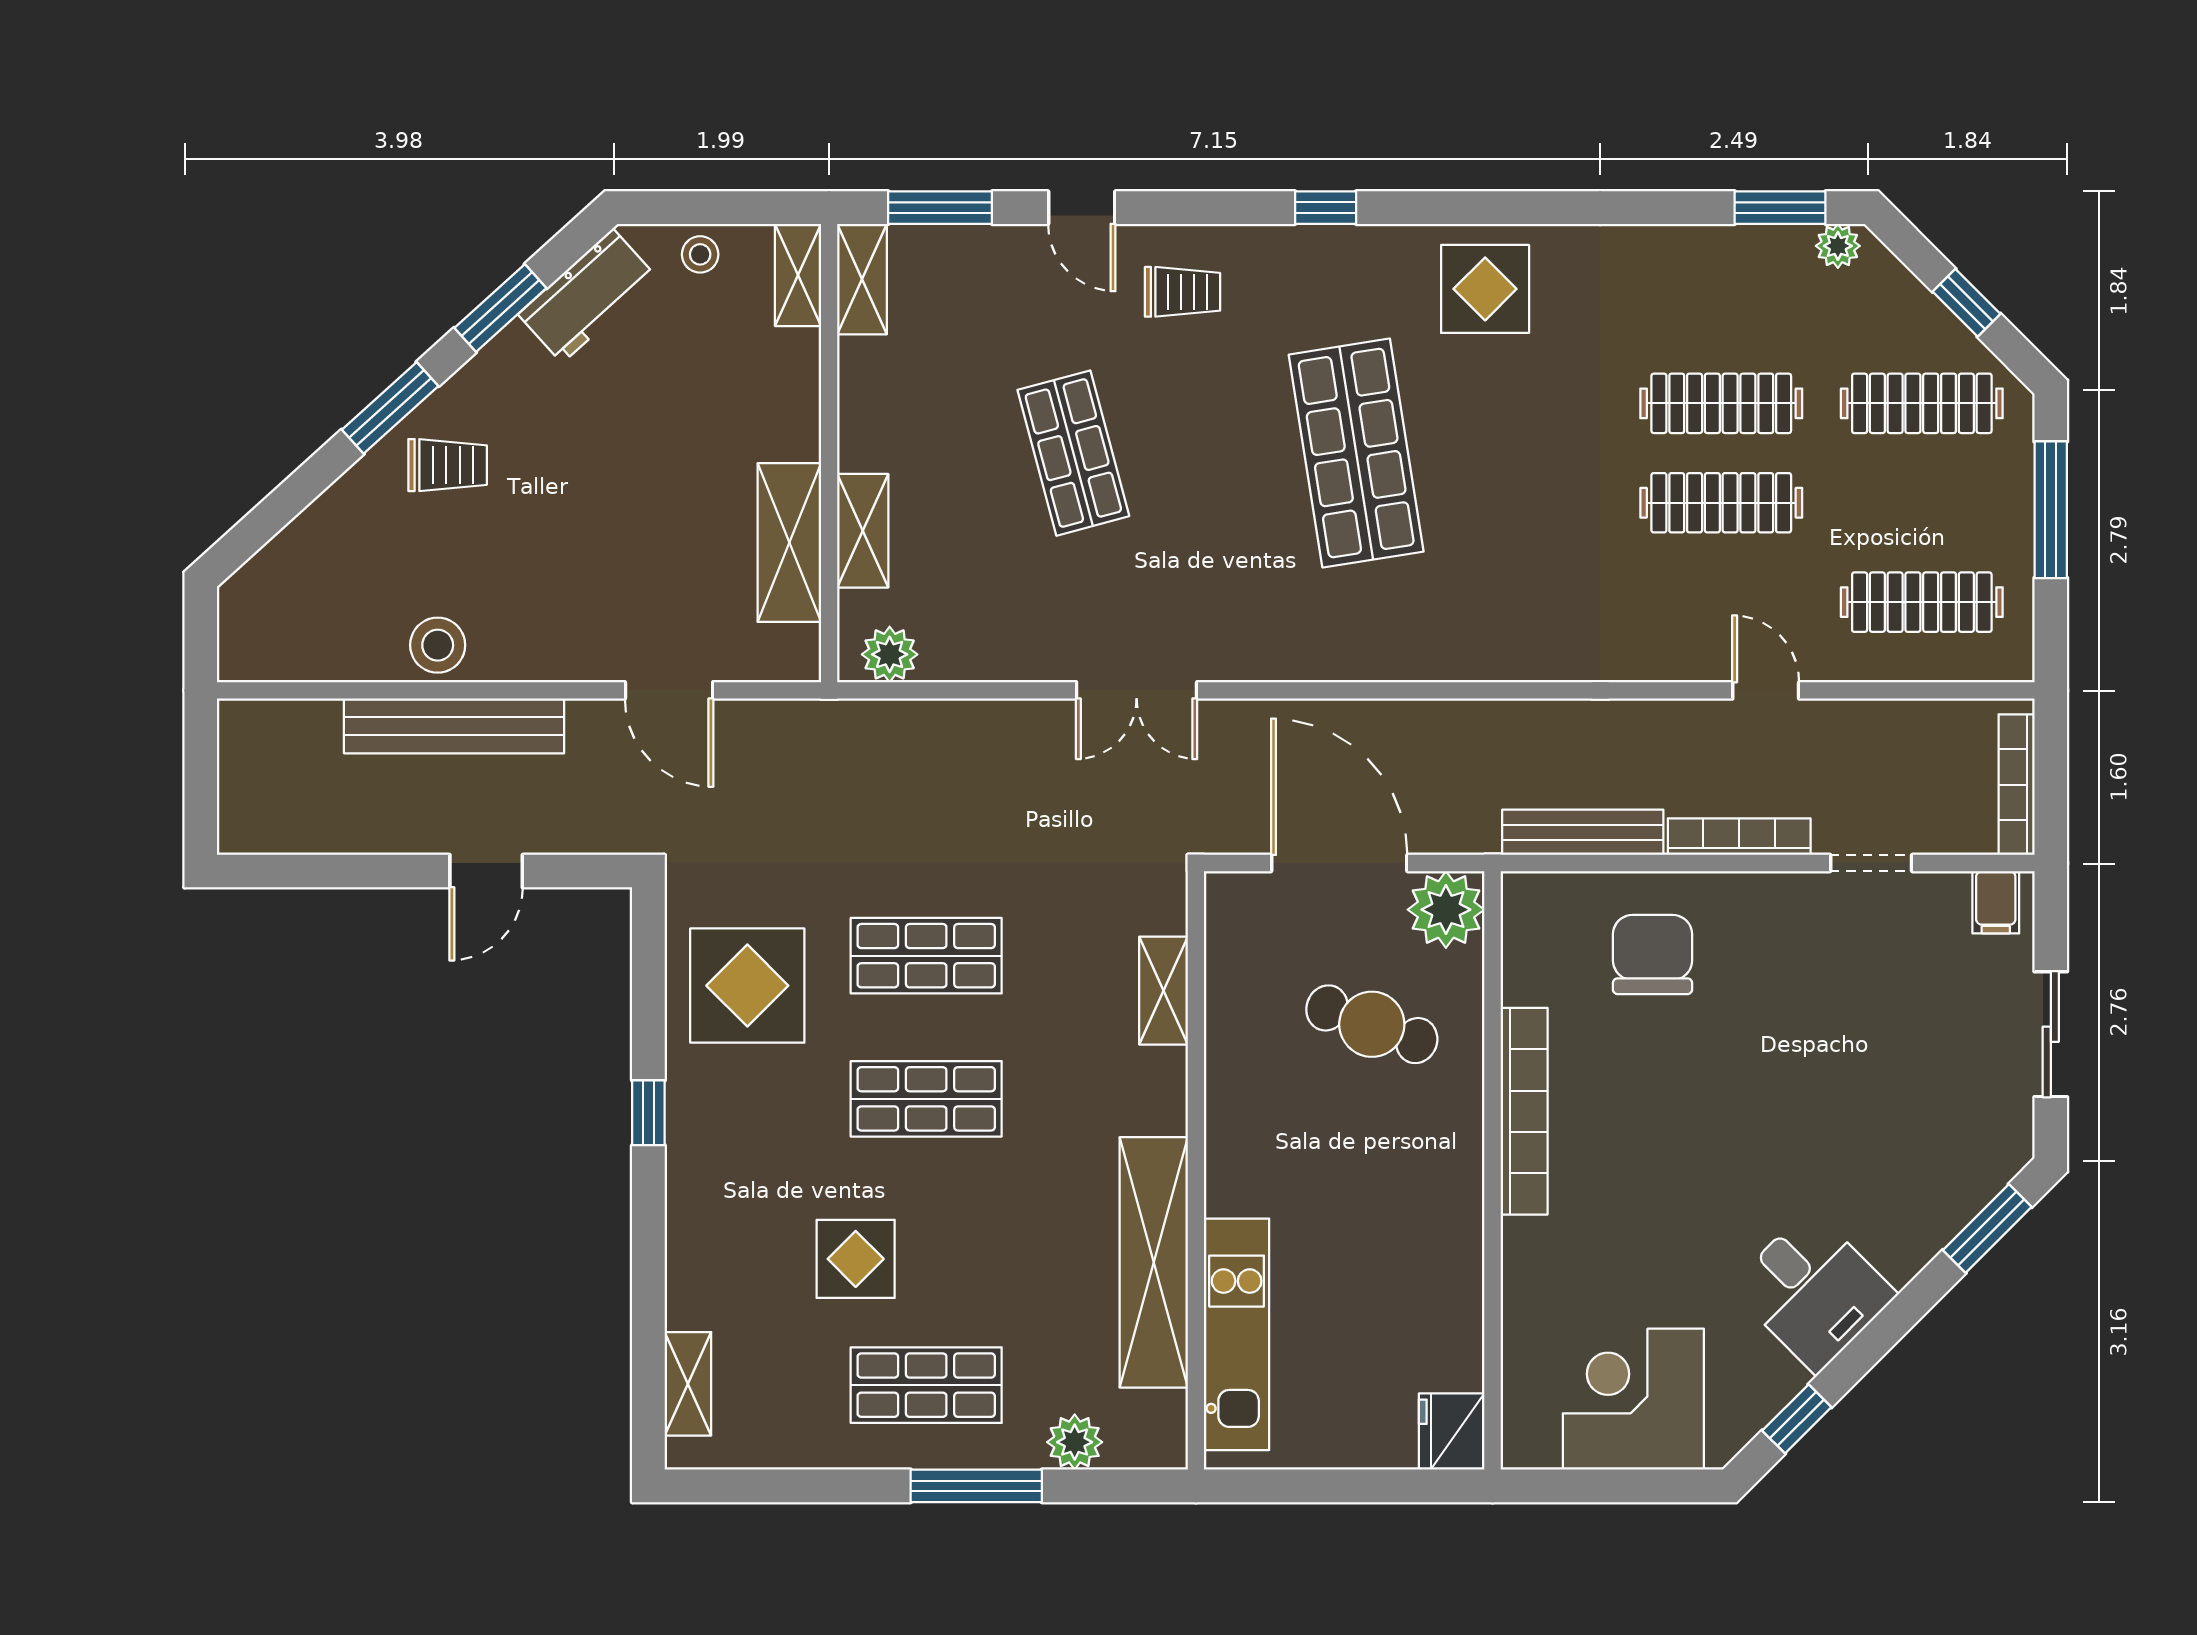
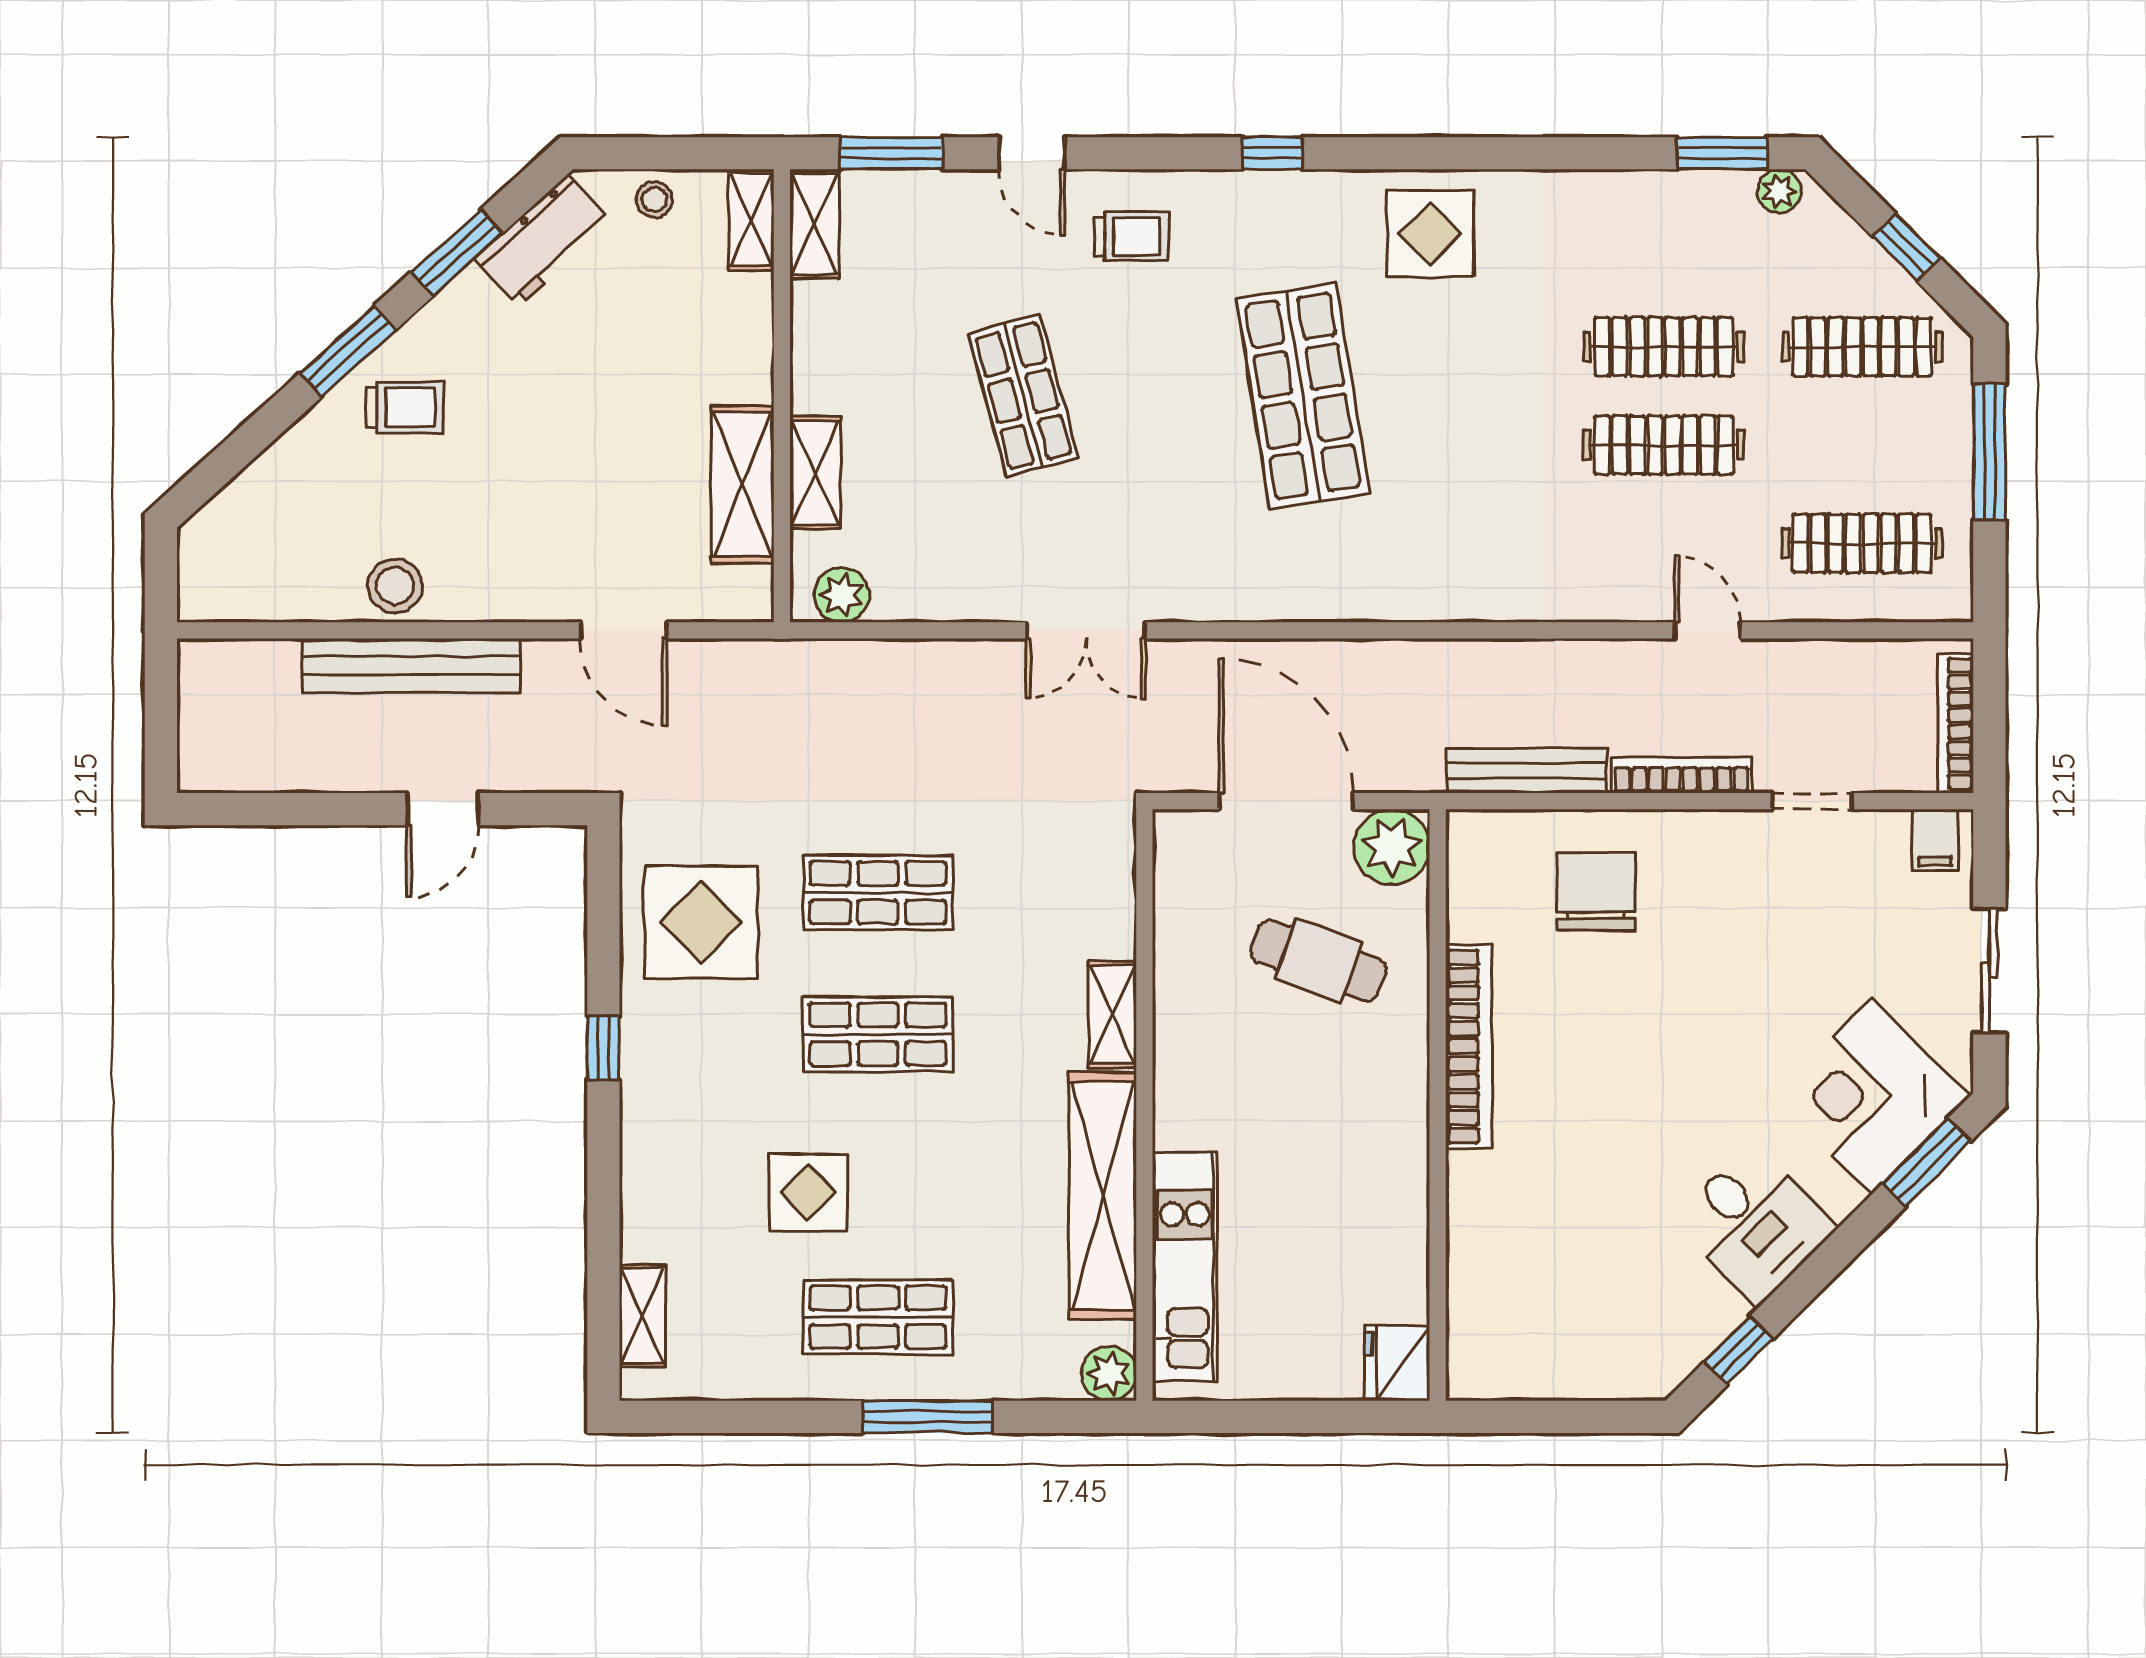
shelving: (1163, 991) -> (1112, 1014), moved
corner desk: (1633, 1399) -> (1872, 1096), moved, turned -45
plant: (1075, 1442) -> (1109, 1373), moved

